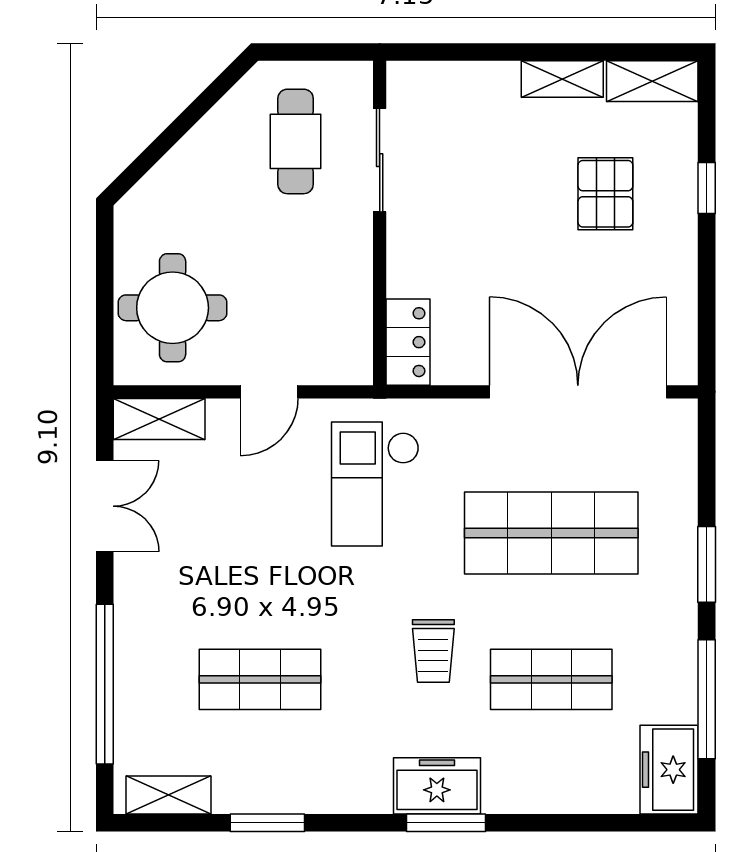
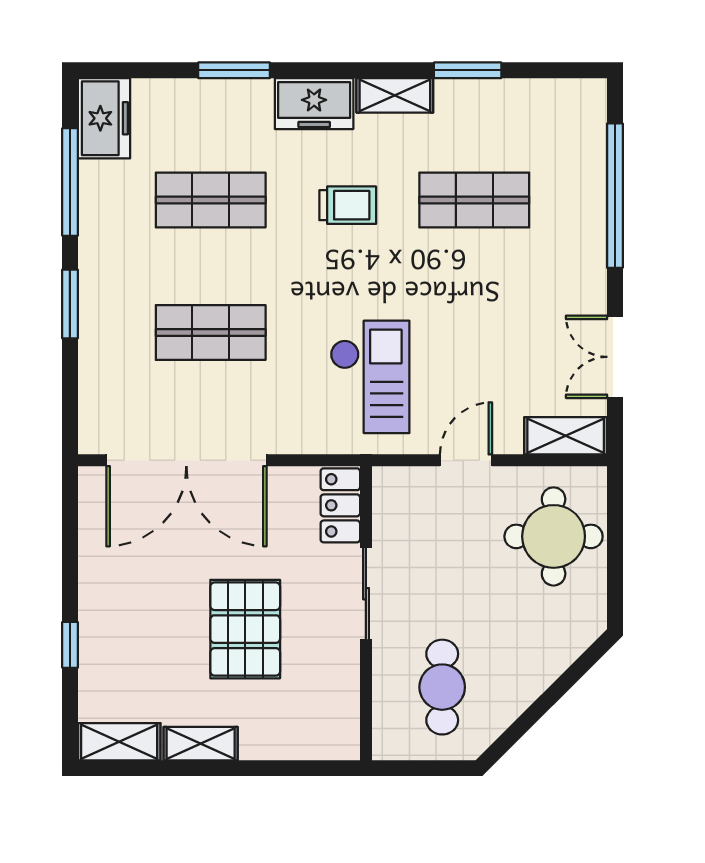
sliding door: (380, 160) -> (366, 594), moved
pallet: (605, 194) -> (245, 629), moved, width x1.50, depth x1.42
shop shelf: (551, 533) -> (211, 333), width x0.70, depth x0.74
trolley: (433, 651) -> (348, 205), moved, turned 90
shelving: (168, 795) -> (395, 95), moved
window: (446, 823) -> (234, 70), moved

